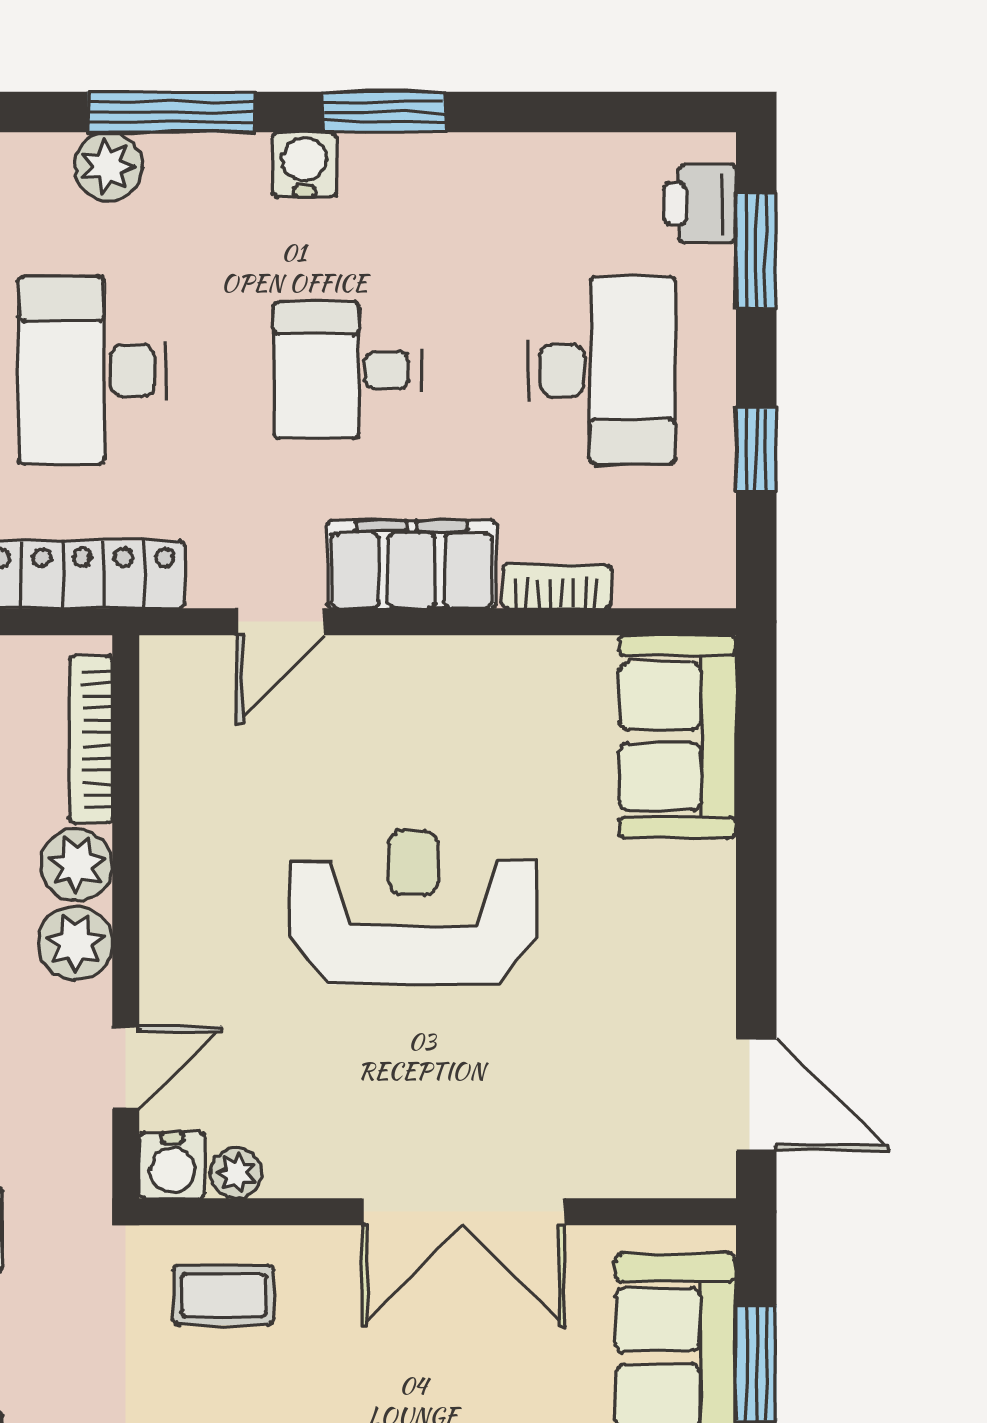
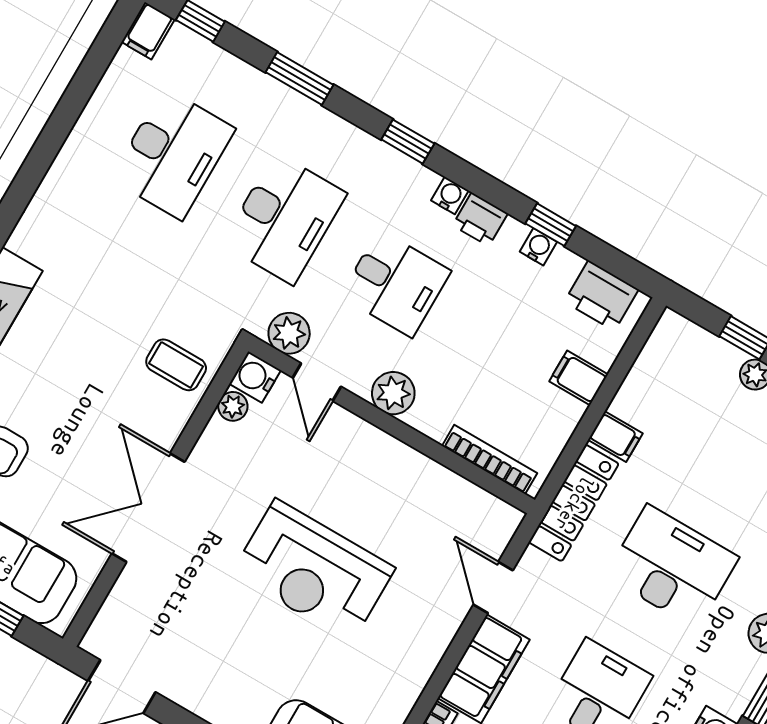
plant: (77, 865) -> (289, 333), moved
reception desk: (413, 907) -> (313, 571), turned 90
coffee table: (223, 1295) -> (176, 365), turned 90

